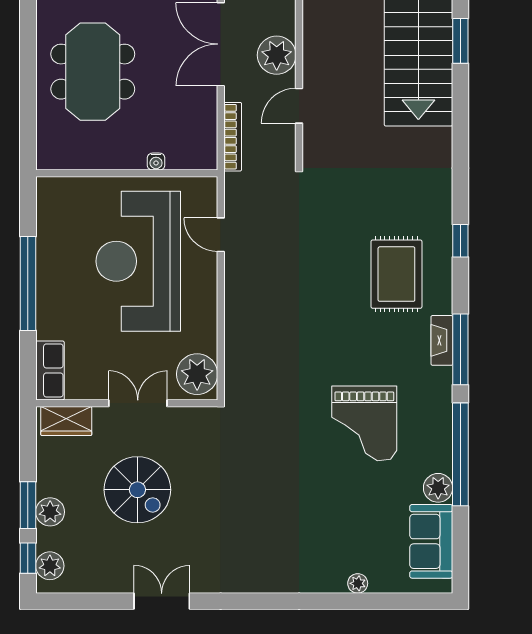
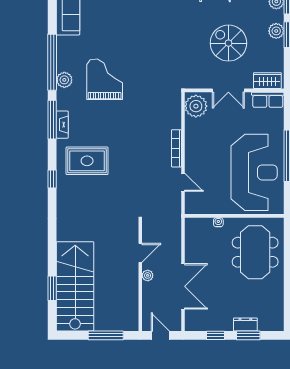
plant: (277, 55) -> (148, 275), width x0.53, depth x0.53
meeting table: (93, 72) -> (255, 252), moved
bookcase: (233, 137) -> (176, 148), moved
reception desk: (138, 261) -> (254, 172), moved
rug: (396, 274) -> (87, 161), turned 90
row of seats: (50, 370) -> (268, 100), moved, turned -90
plant: (438, 488) -> (64, 80), moved

